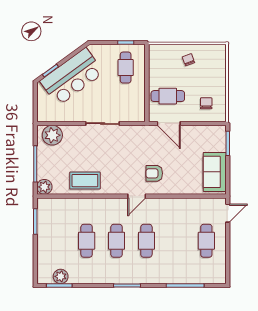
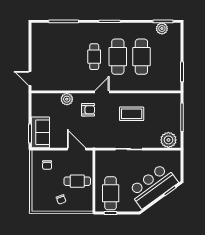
cafe table: (126, 68) -> (111, 193), width x1.37, depth x1.35
cafe table: (168, 96) -> (77, 181), moved
sofa: (215, 172) -> (40, 132), moved
coffee table: (85, 181) -> (132, 114), moved
plant: (44, 187) -> (67, 99), moved
door: (228, 213) -> (30, 78), hinge flipped
cafe table: (87, 241) -> (141, 57), width x1.37, depth x1.35
cafe table: (117, 241) -> (118, 57), width x1.37, depth x1.35
cafe table: (206, 241) -> (47, 57), removed

